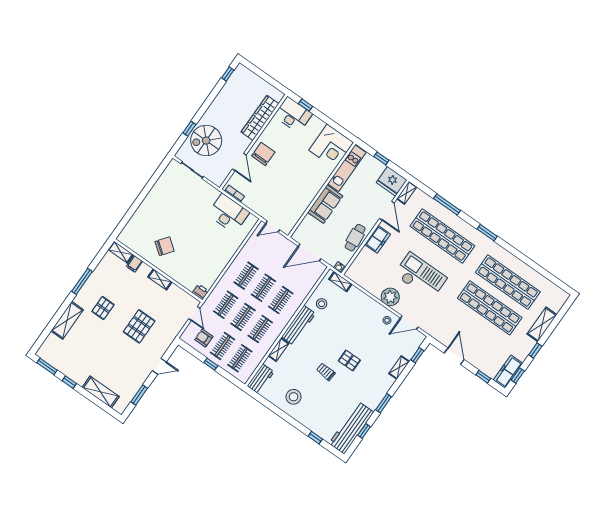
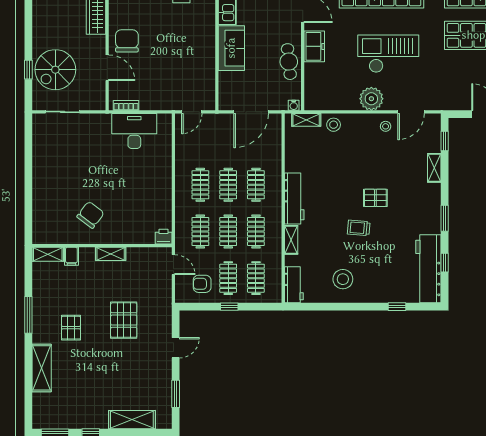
stool: (322, 304) -> (334, 125), moved

